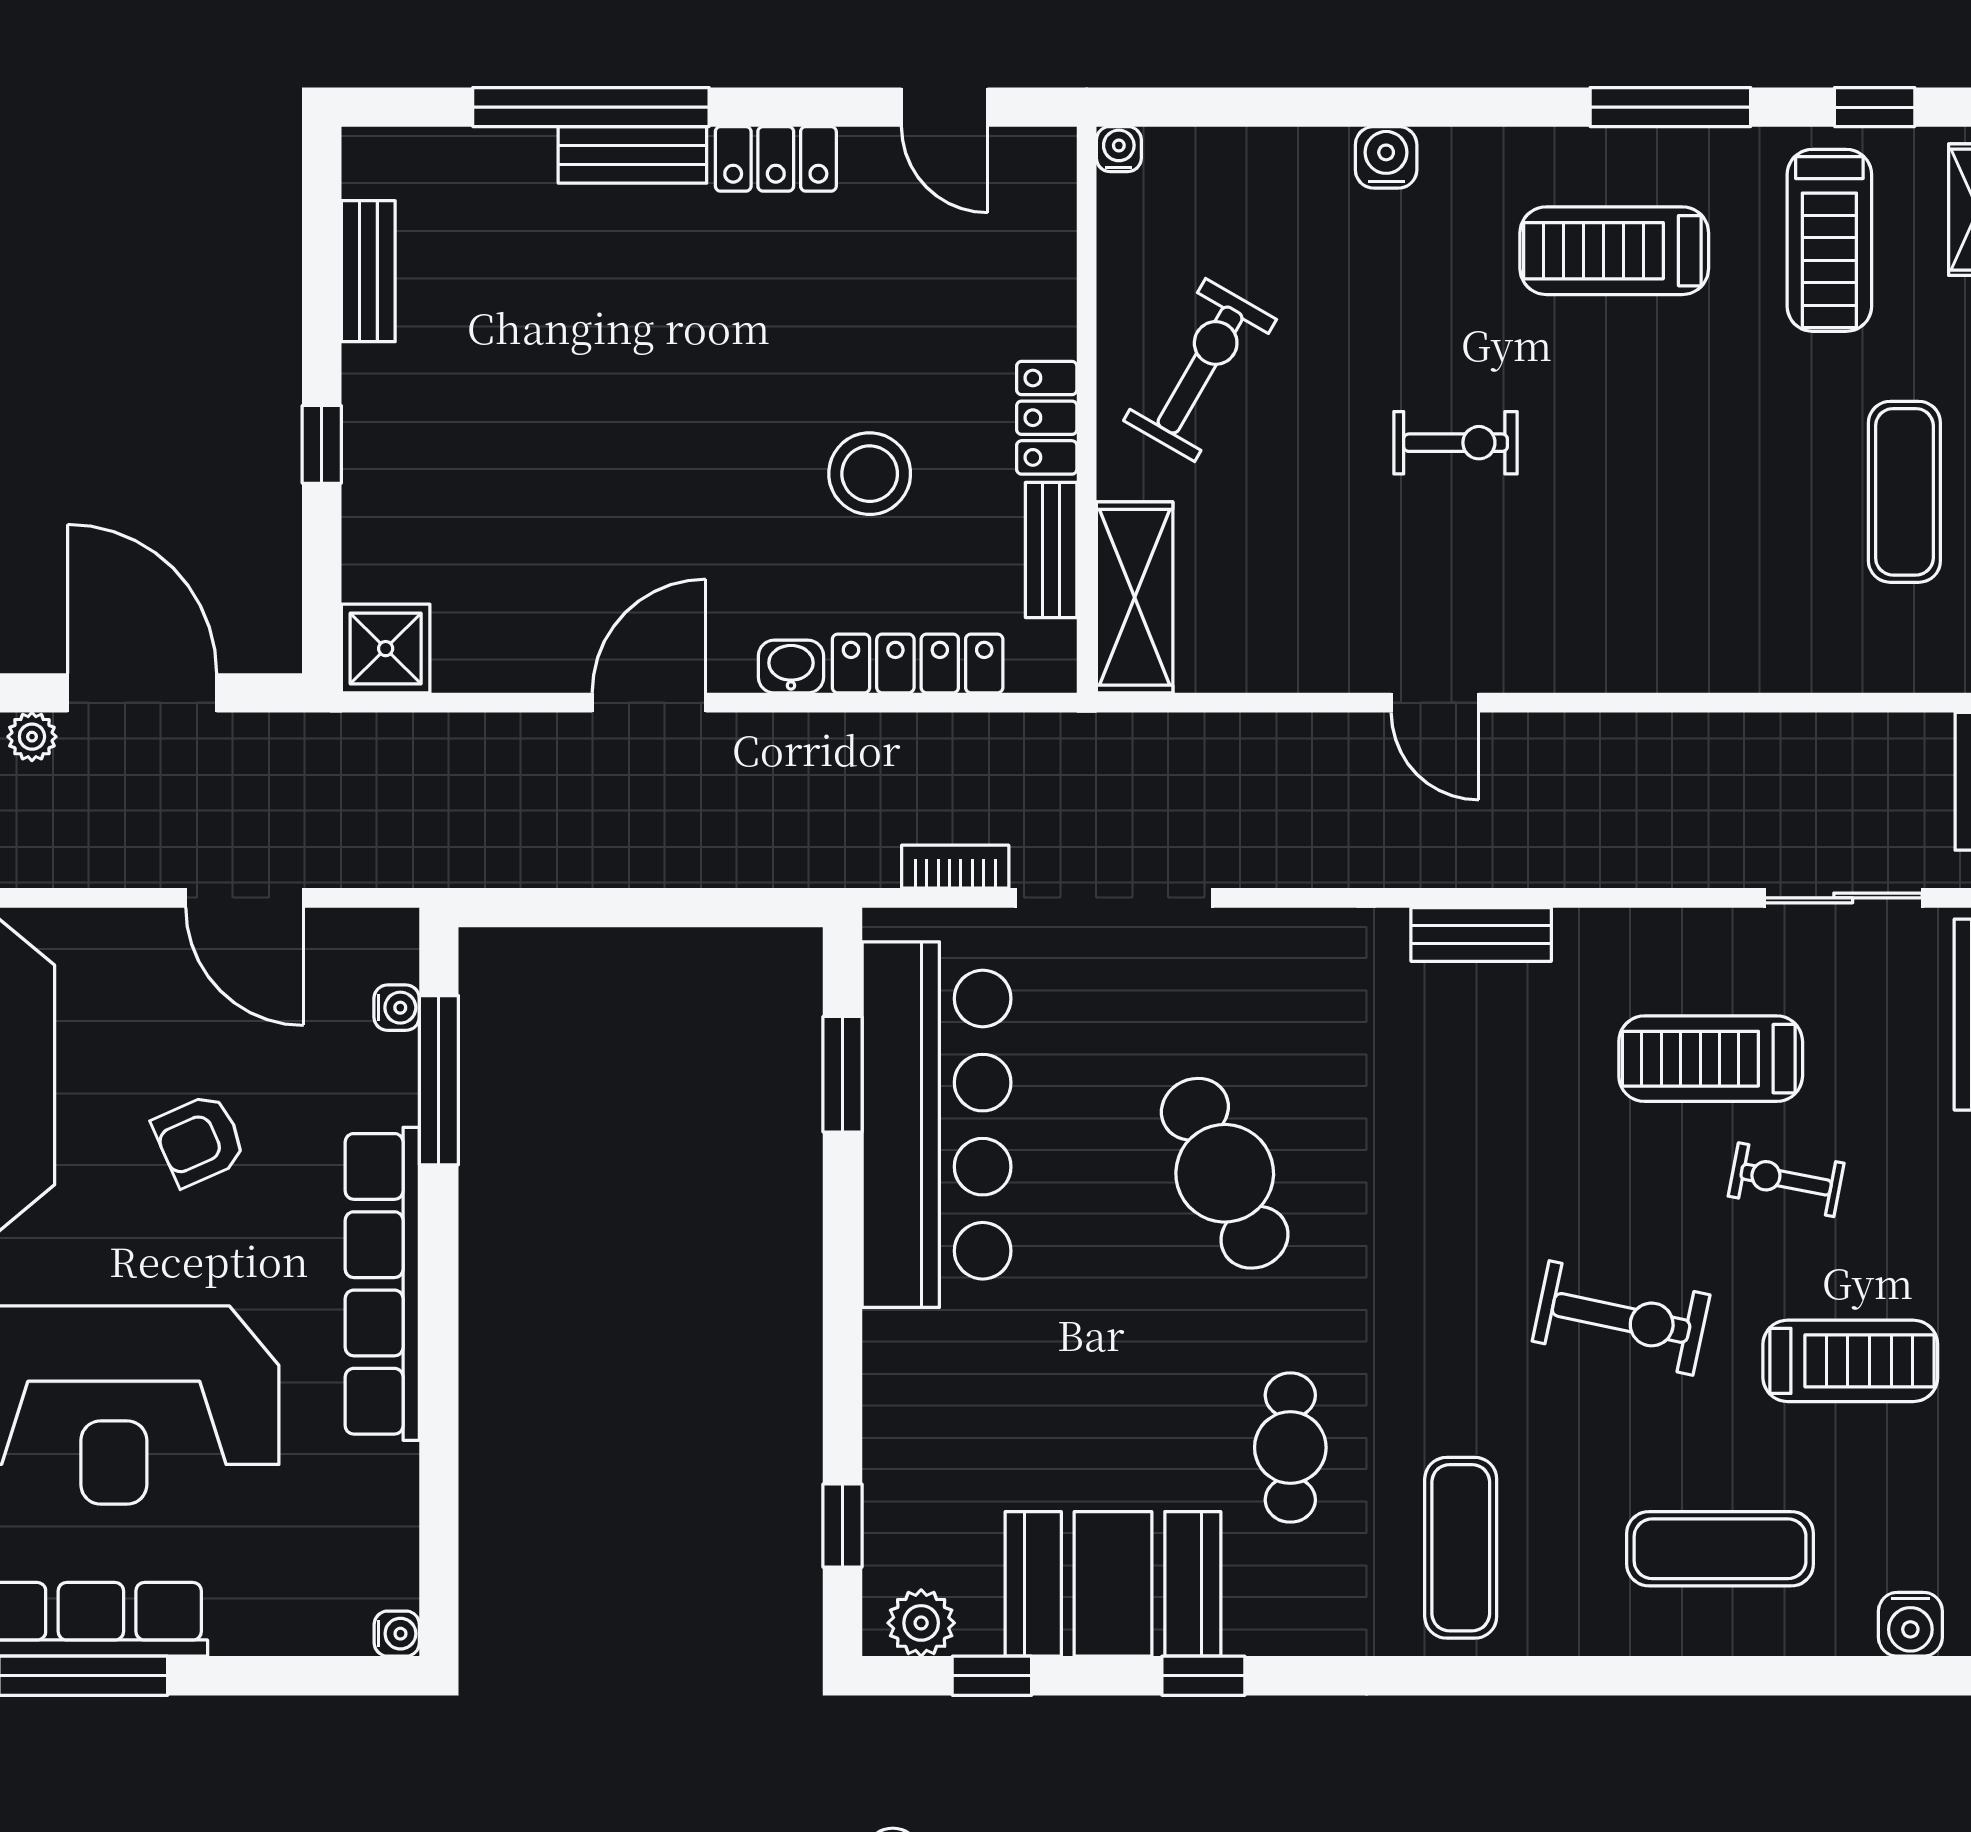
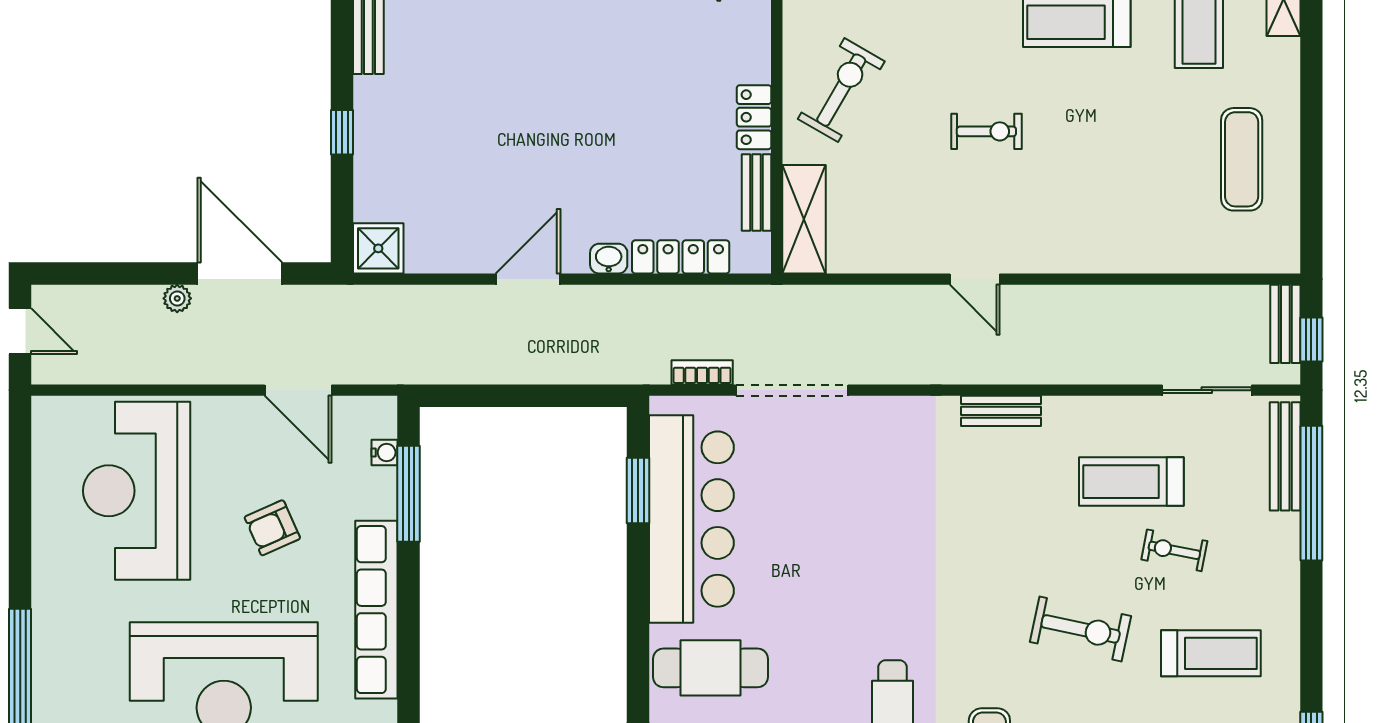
stool: (870, 474) -> (653, 149), removed
cafe table: (1225, 1173) -> (710, 668), moved, turned -65

